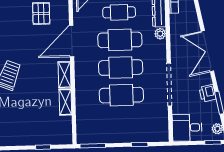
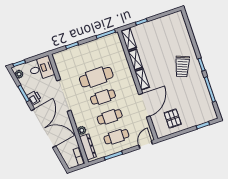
cafe table: (120, 40) -> (110, 117), width x0.73, depth x0.74
double door: (207, 51) -> (44, 128), width x1.36
cafe table: (121, 68) -> (103, 97), width x0.73, depth x0.74
shelving: (66, 130) -> (129, 39), added

